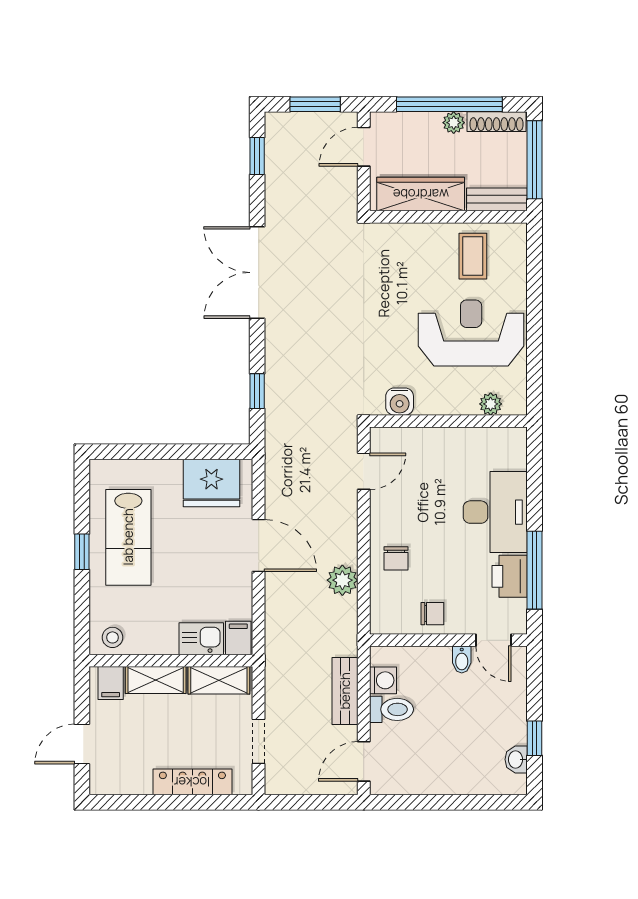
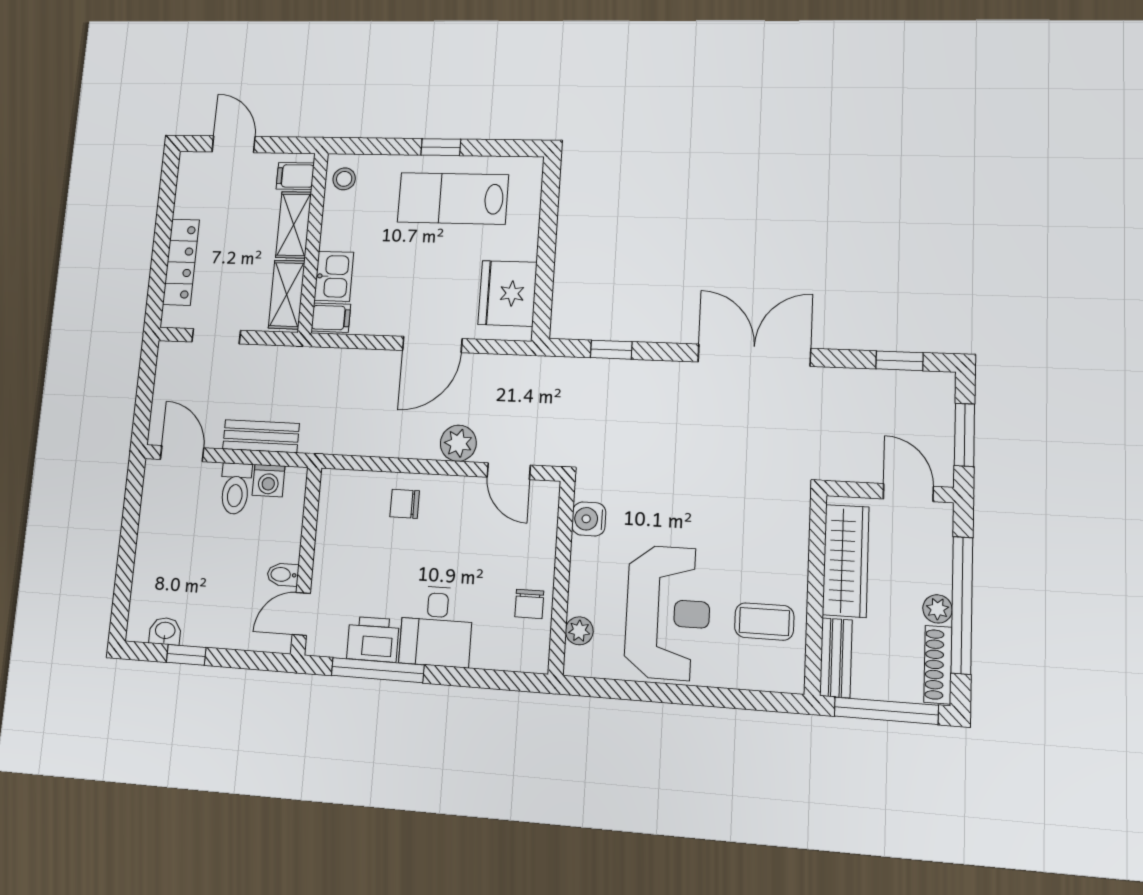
desk: (495, 512) -> (436, 626), width x0.73
plant: (342, 580) -> (458, 443), moved
chair: (432, 614) -> (529, 604), moved

